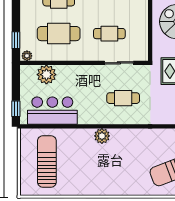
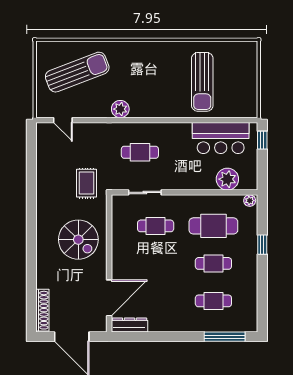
window: (16, 40) -> (262, 245), moved
plant: (102, 136) -> (120, 109), moved
sun lounger: (47, 161) -> (202, 82), moved

